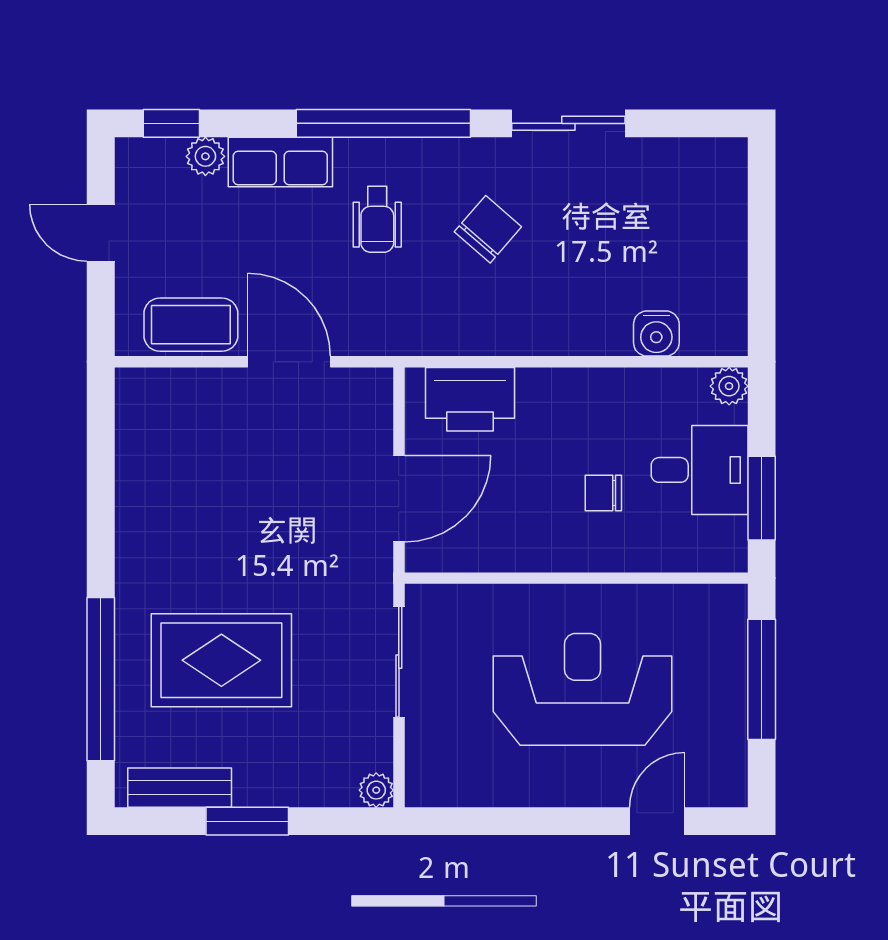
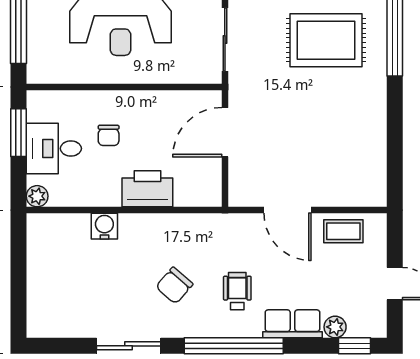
coffee table: (191, 325) -> (343, 231), width x0.73, depth x0.77
water cooler: (656, 334) -> (104, 226), moved
printer: (470, 399) -> (147, 189), moved
chair: (603, 493) -> (109, 135), turned 90

